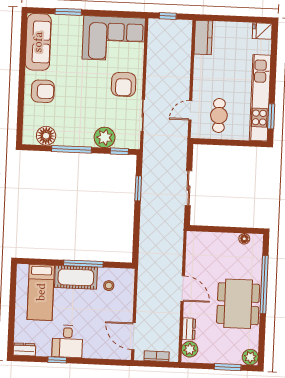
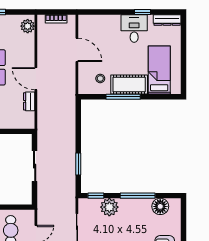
dresser: (189, 329) -> (29, 101), moved
door: (133, 336) -> (77, 50), moved
dresser: (24, 349) -> (167, 20), width x1.44

